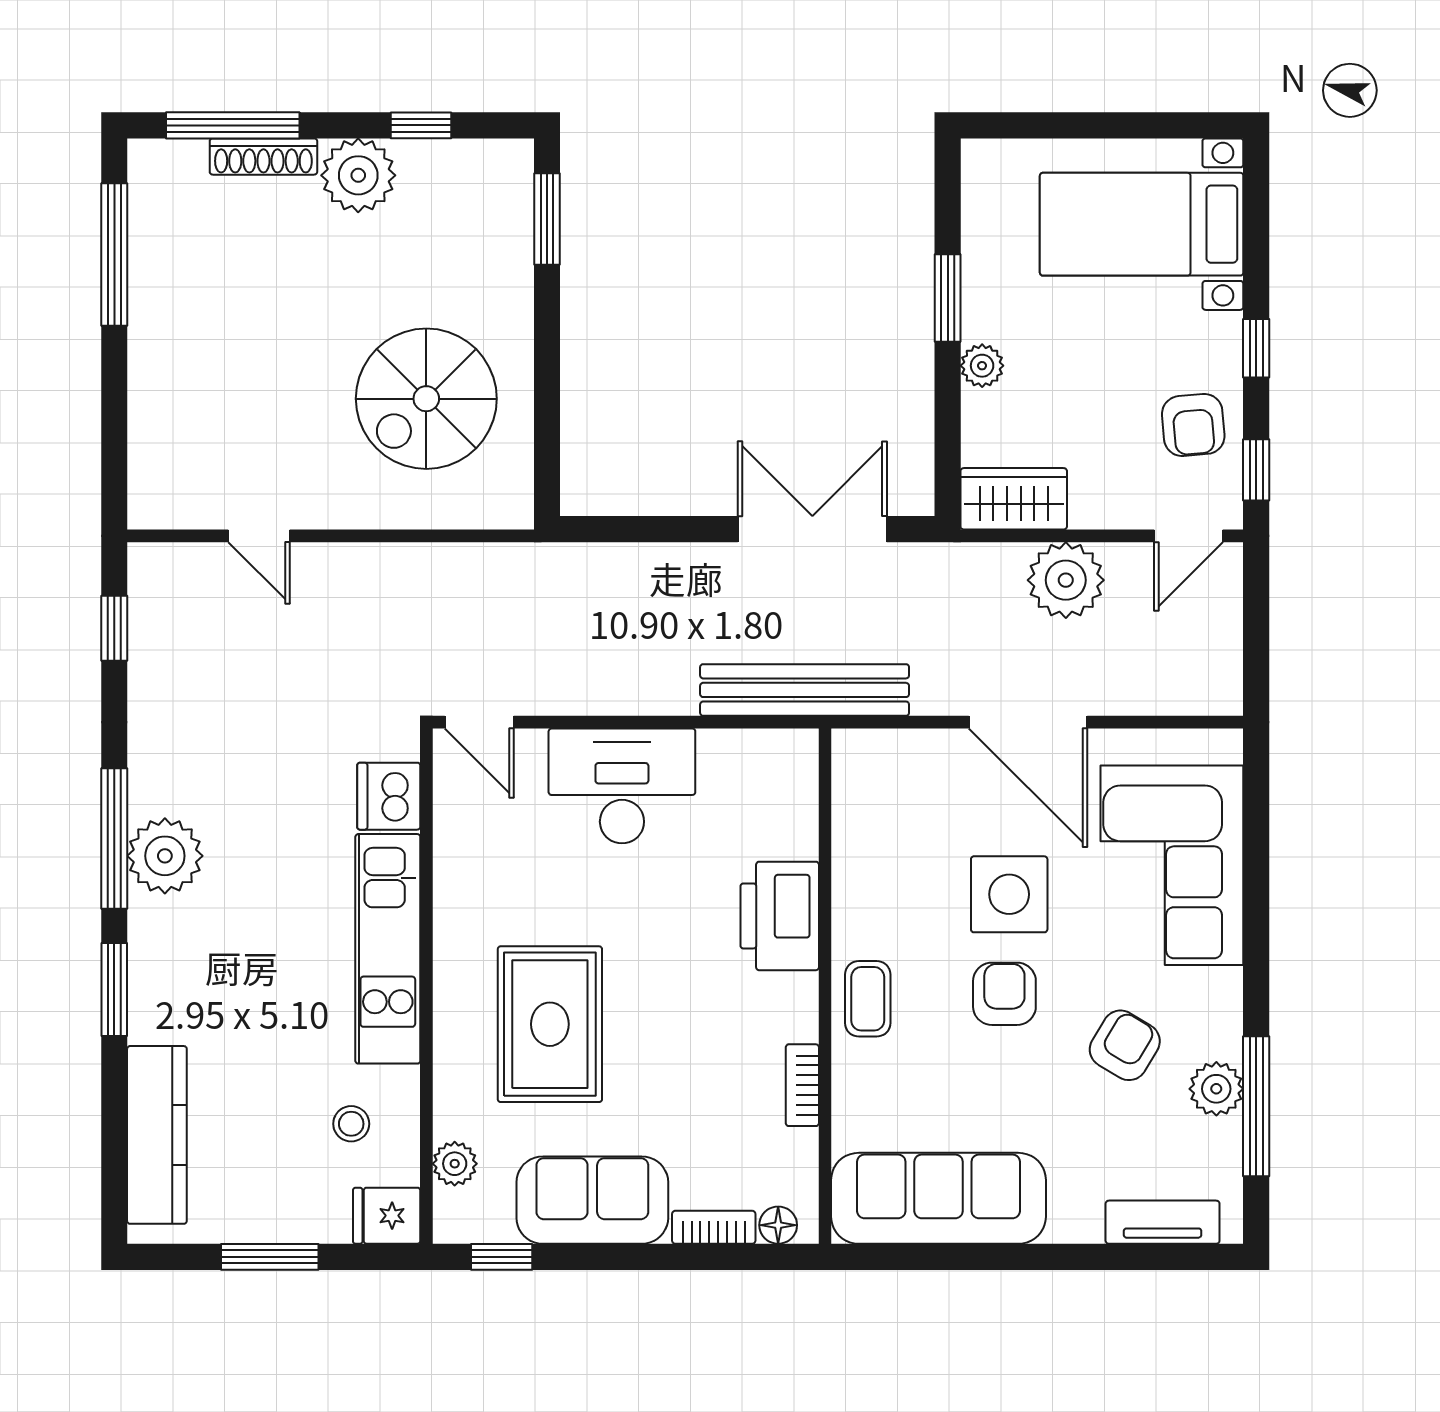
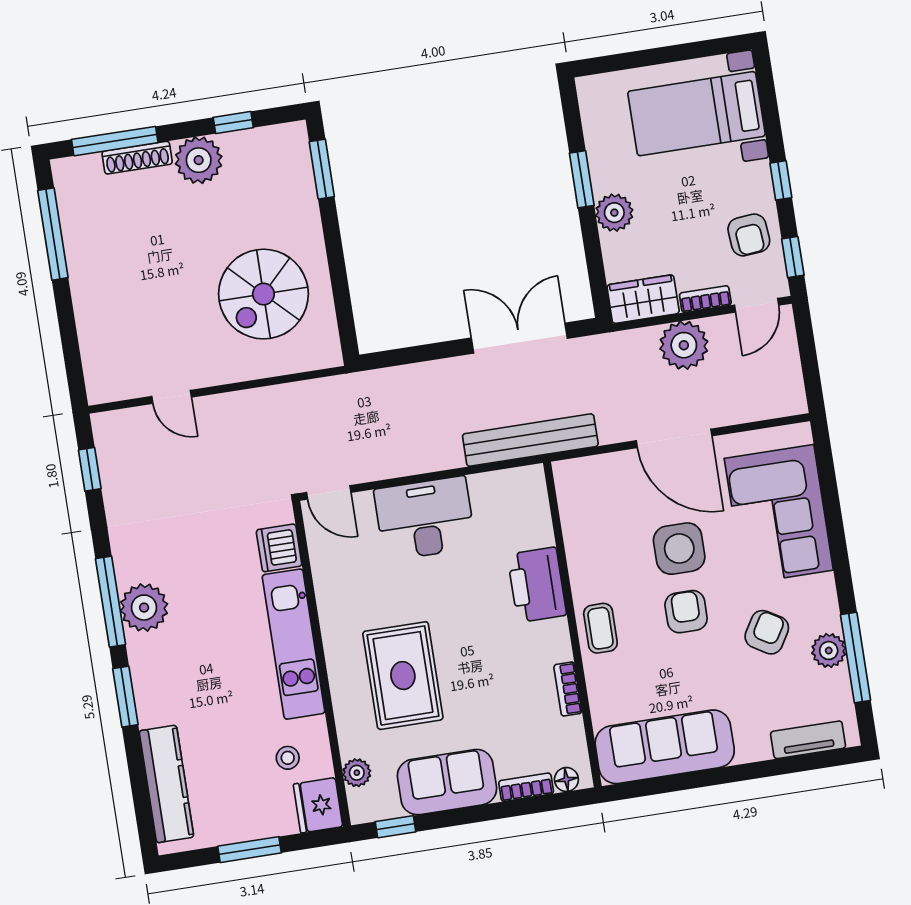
plant: (982, 366) -> (614, 213), width x1.38, depth x1.38
bookcase: (1110, 514) -> (705, 299), added
fridge: (387, 1216) -> (318, 805), width x1.38

